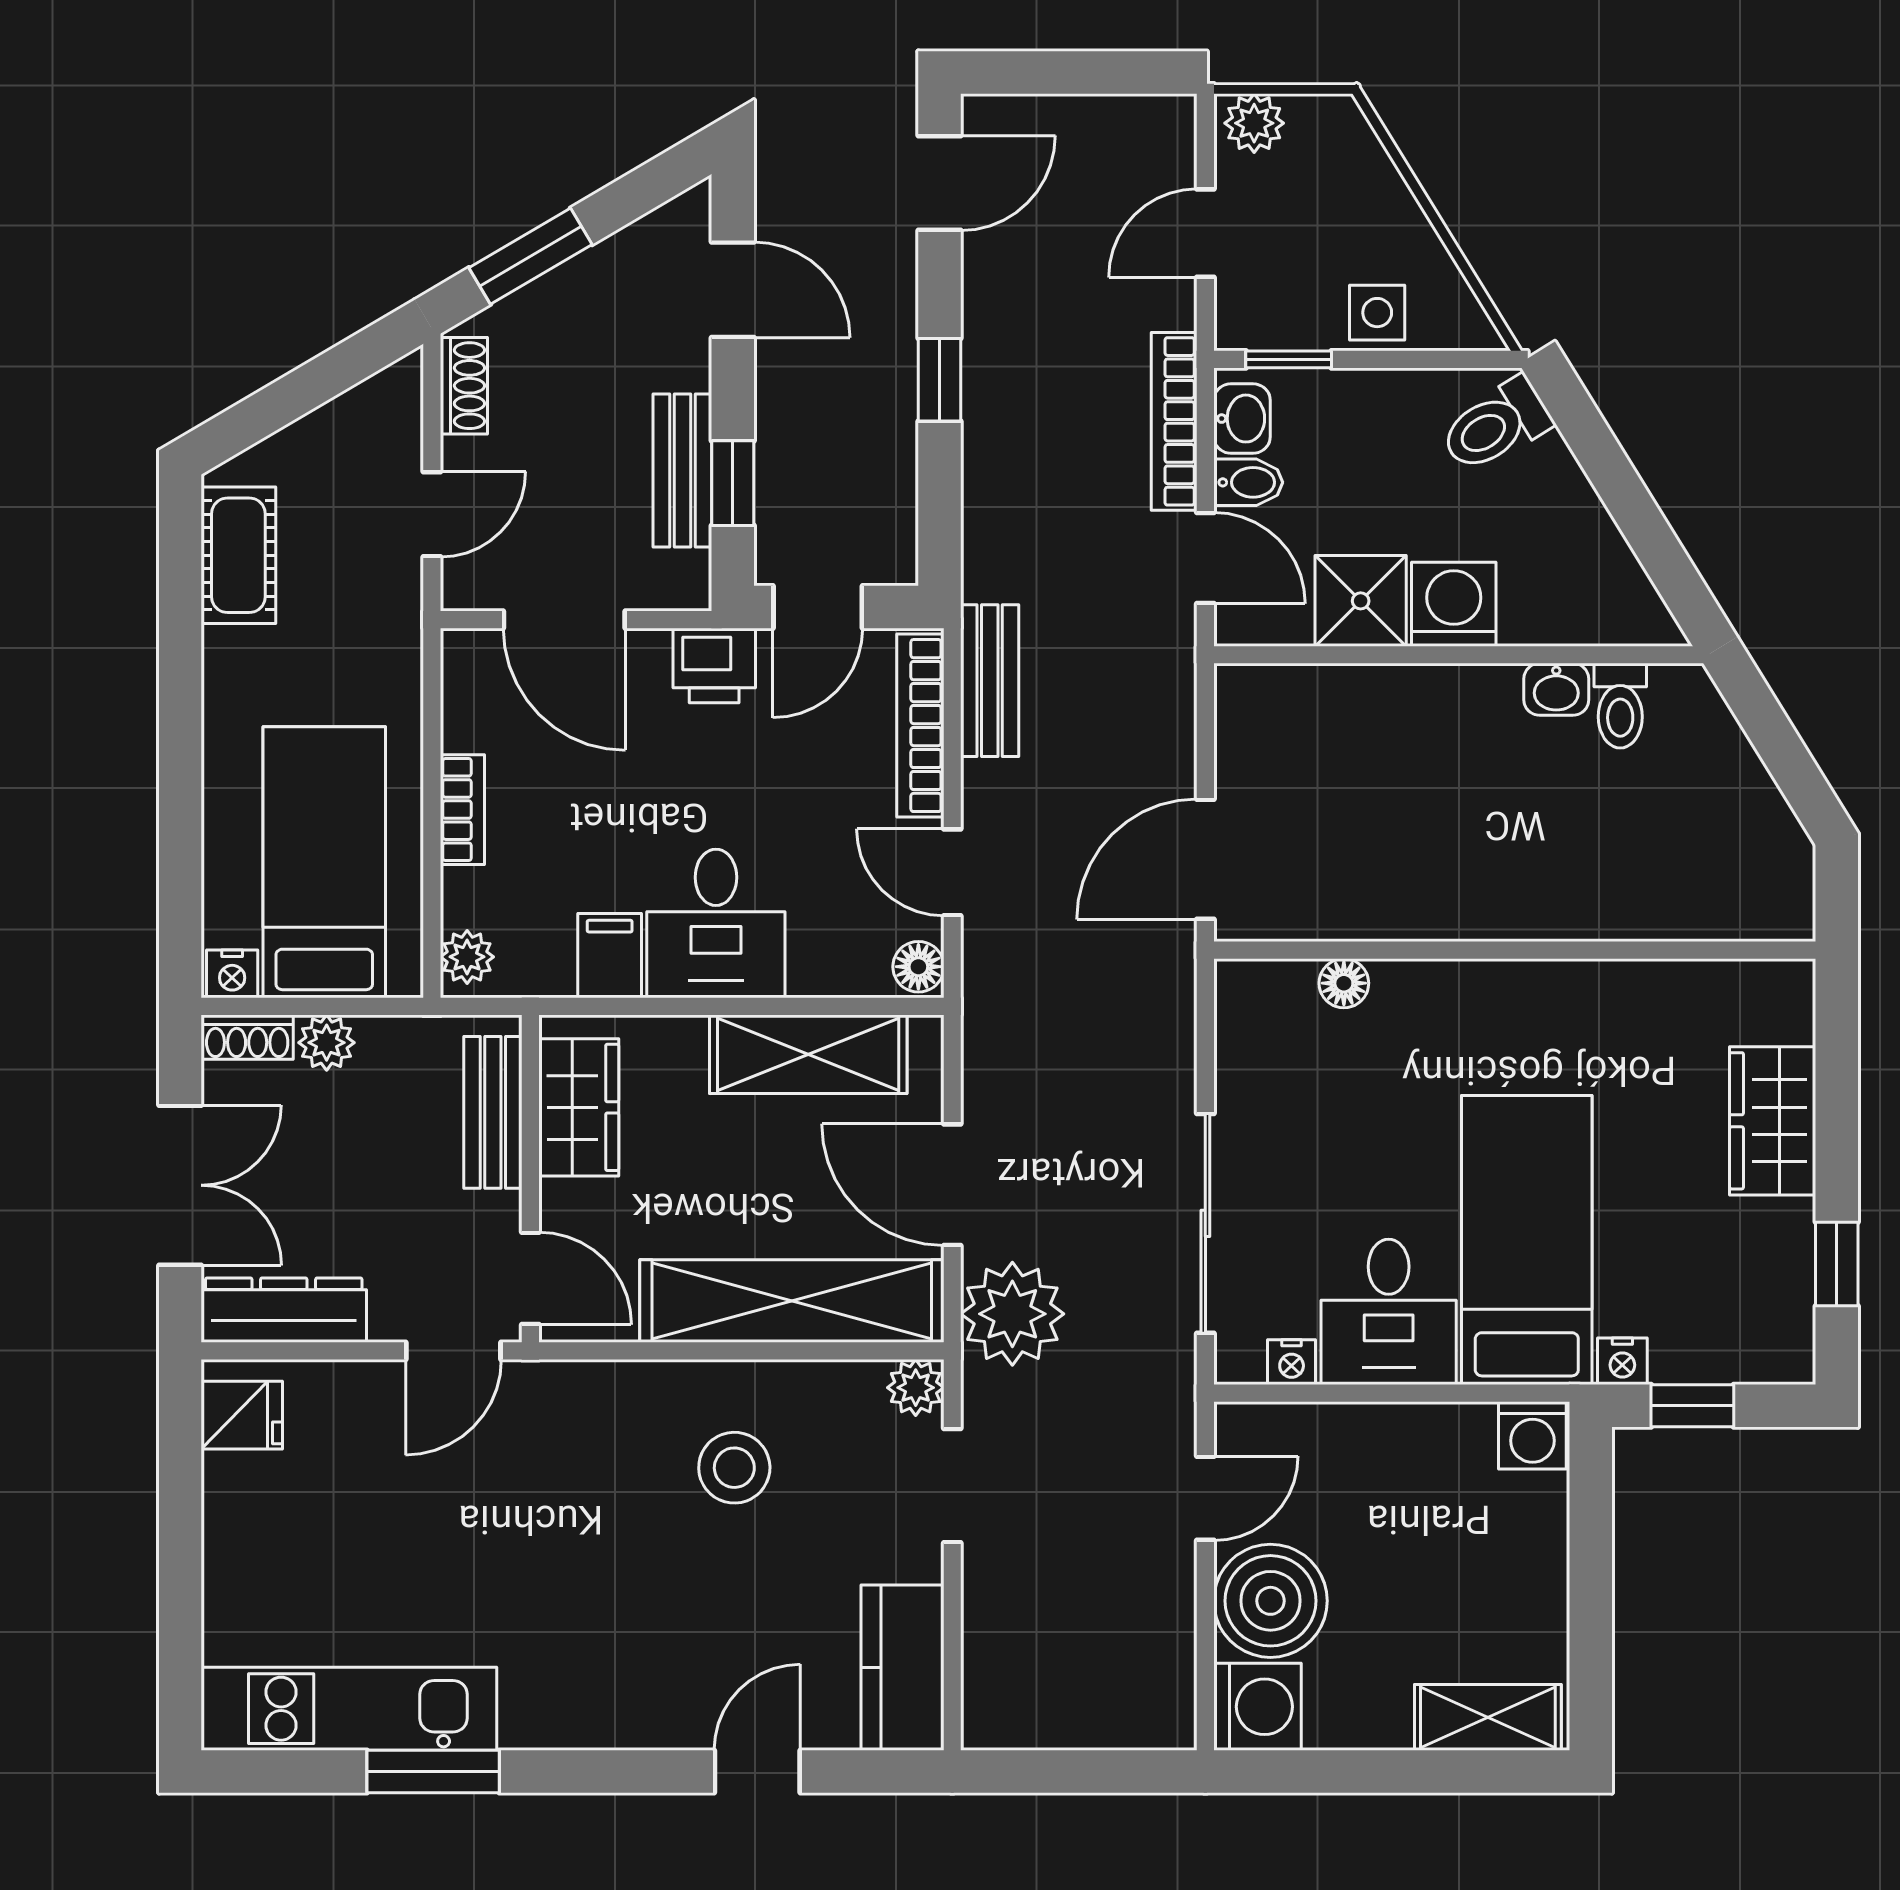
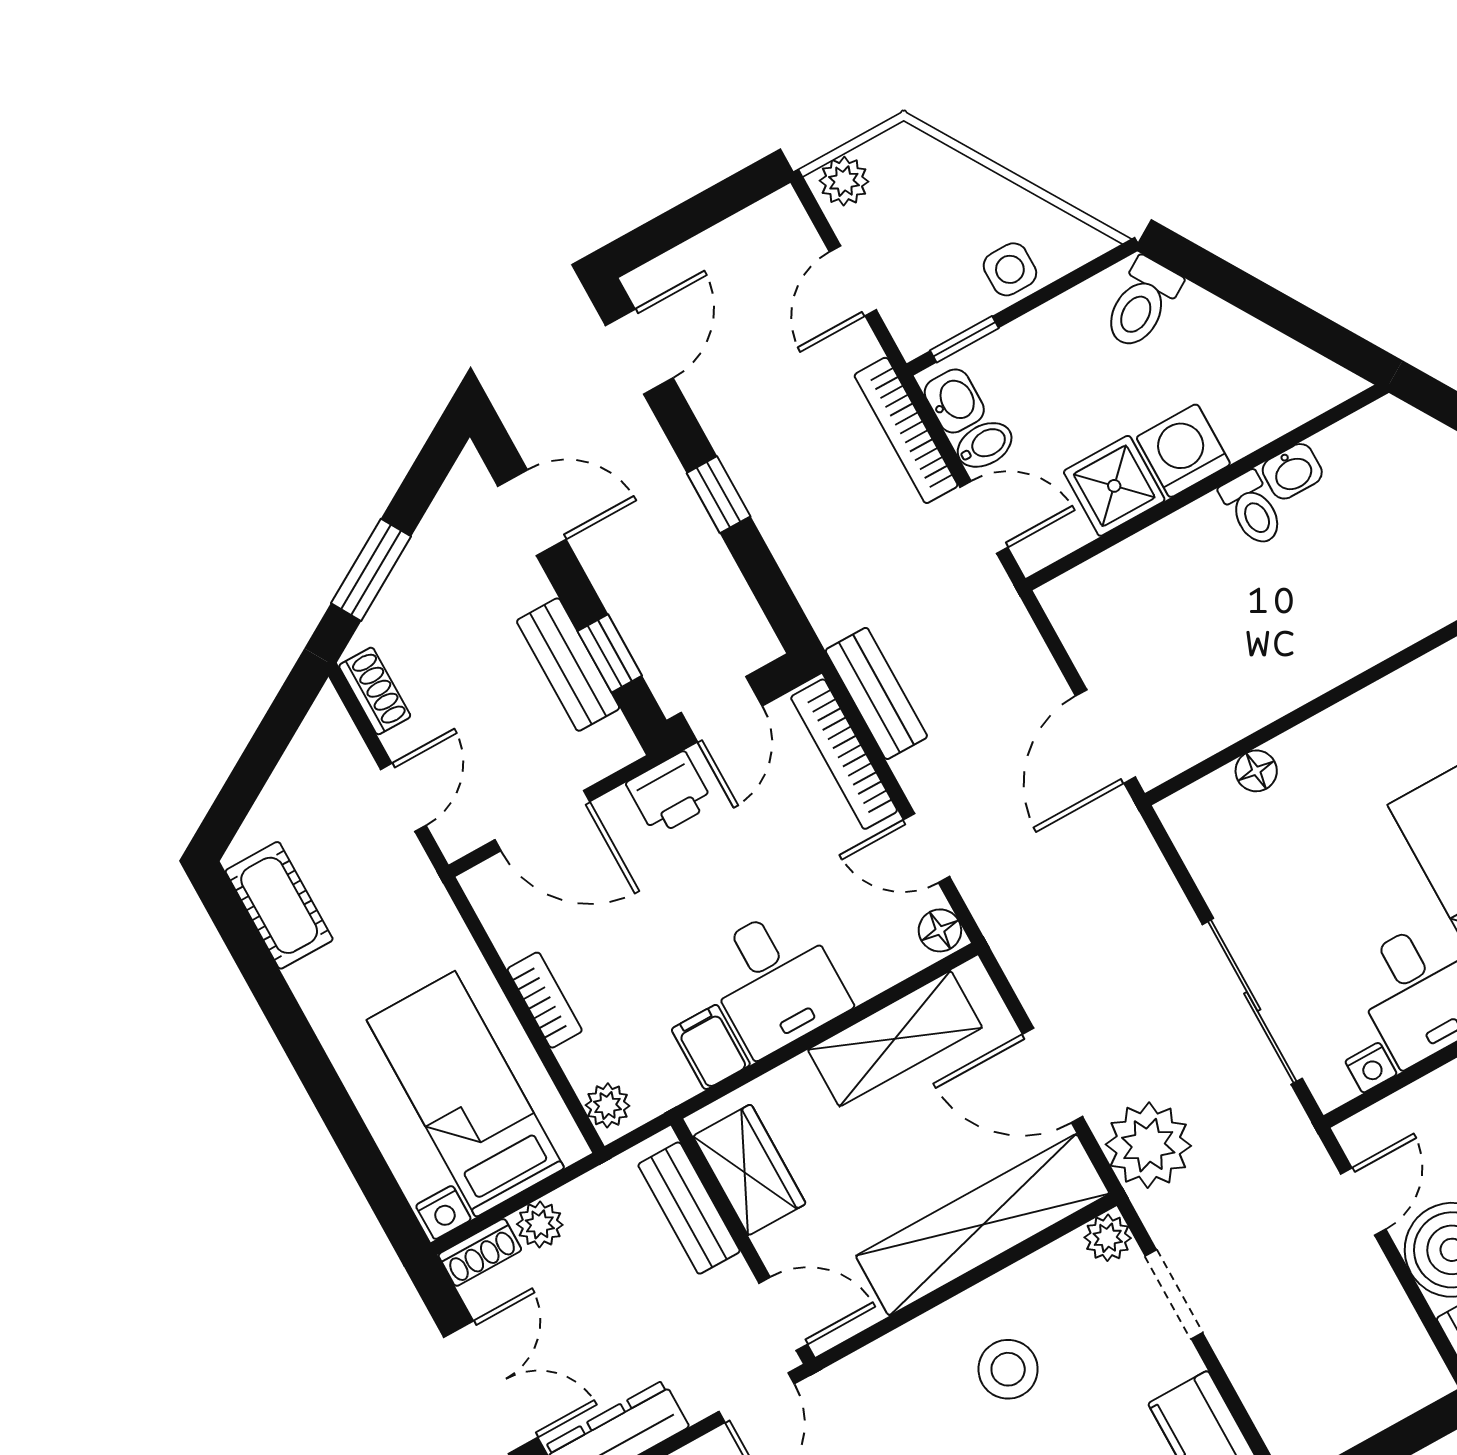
toilet: (1620, 706) -> (1252, 509), moved

